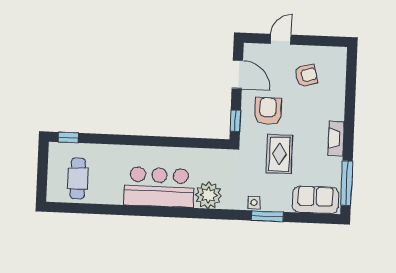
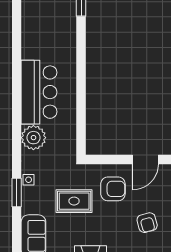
window: (235, 121) -> (103, 159), removed
cafe table: (78, 178) -> (44, 17), removed

